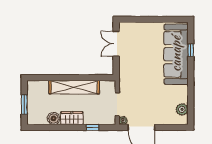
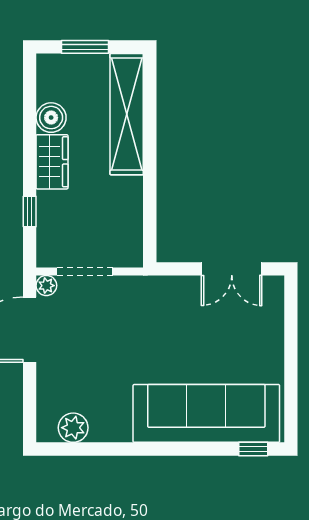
double door: (116, 44) -> (232, 269), swing flipped
window: (191, 50) -> (253, 449), moved
shelving: (74, 87) -> (127, 114), moved

